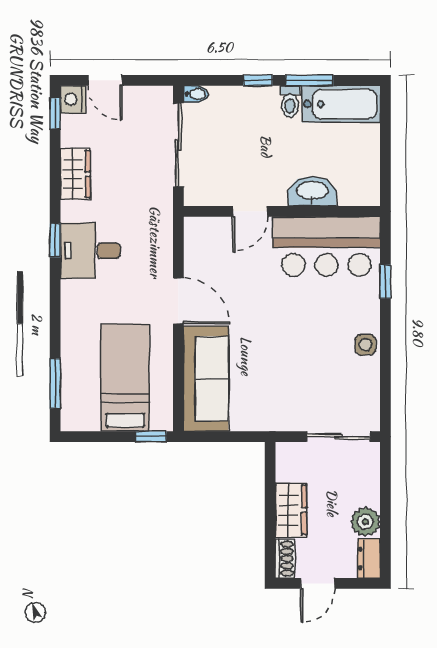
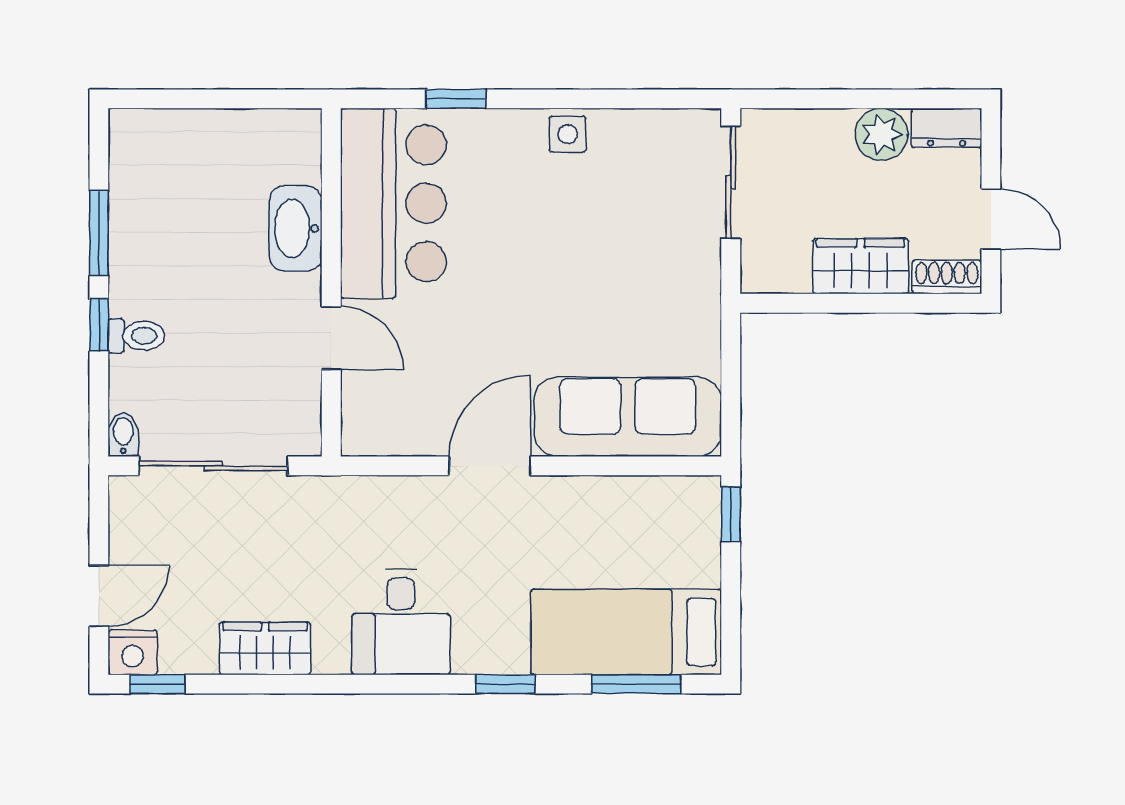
toilet: (290, 101) -> (136, 336), moved
bathtub: (341, 104) -> (141, 177), removed
window: (55, 240) -> (506, 684), moved
bed: (125, 378) -> (626, 632), moved

